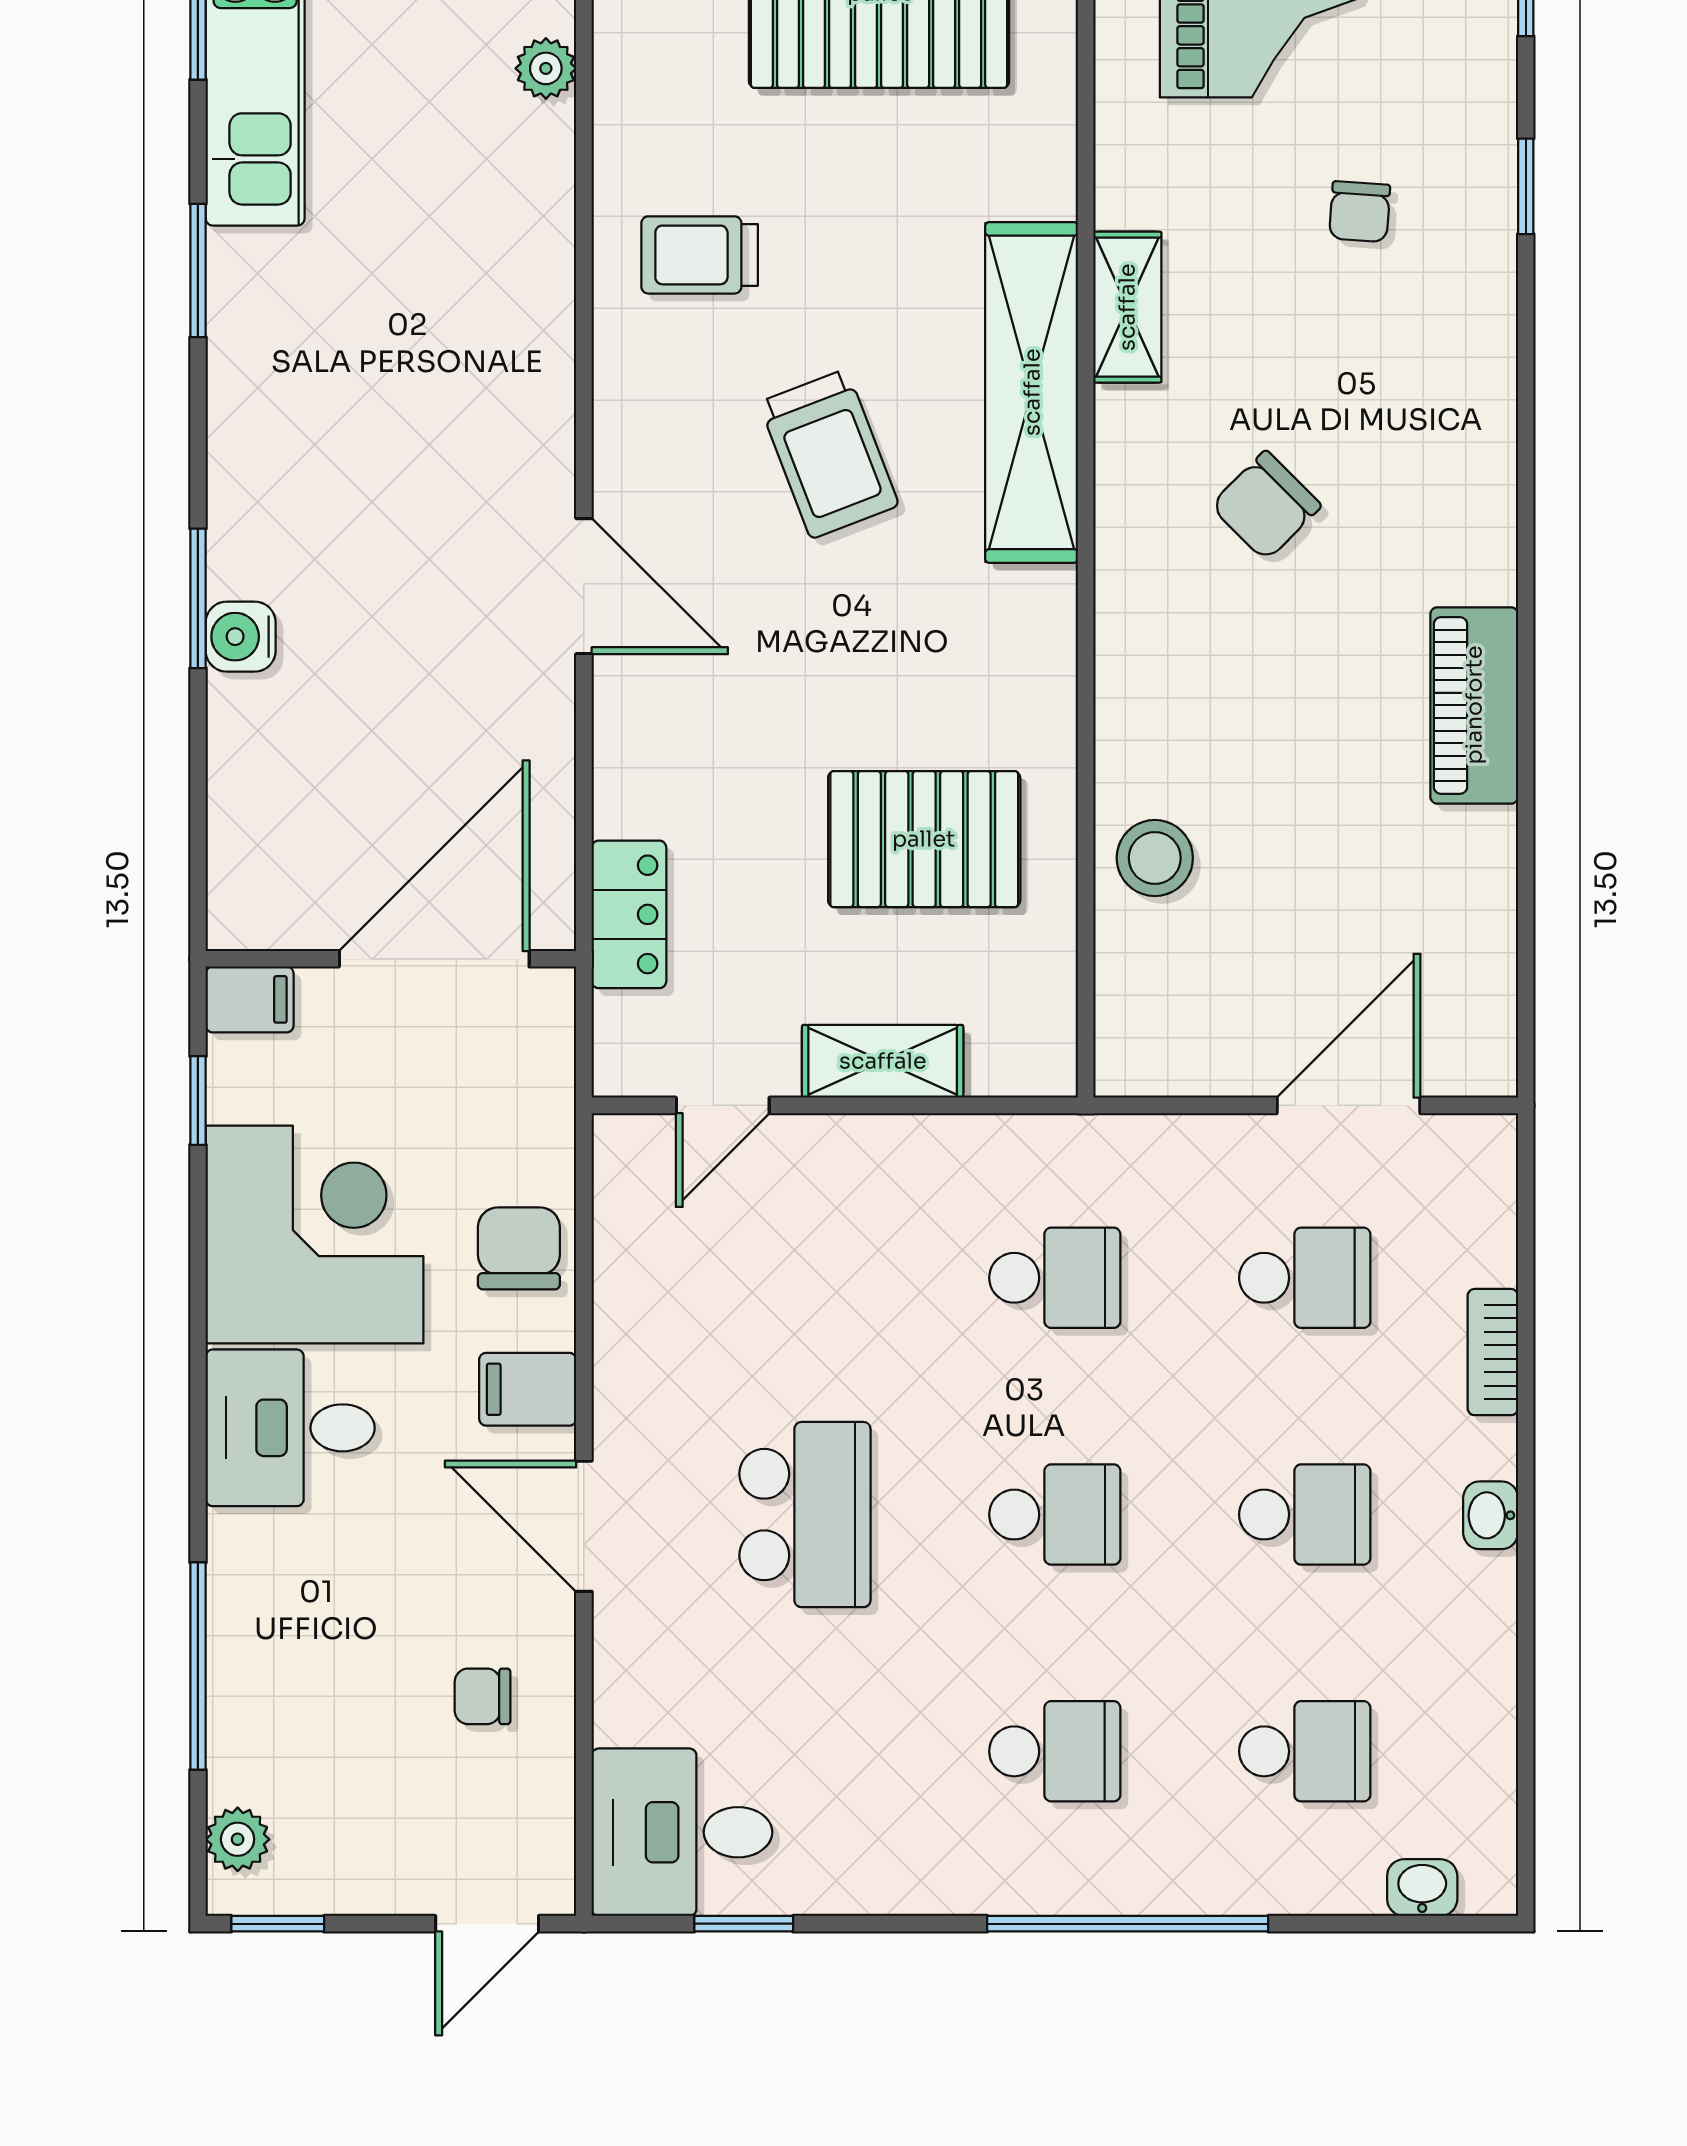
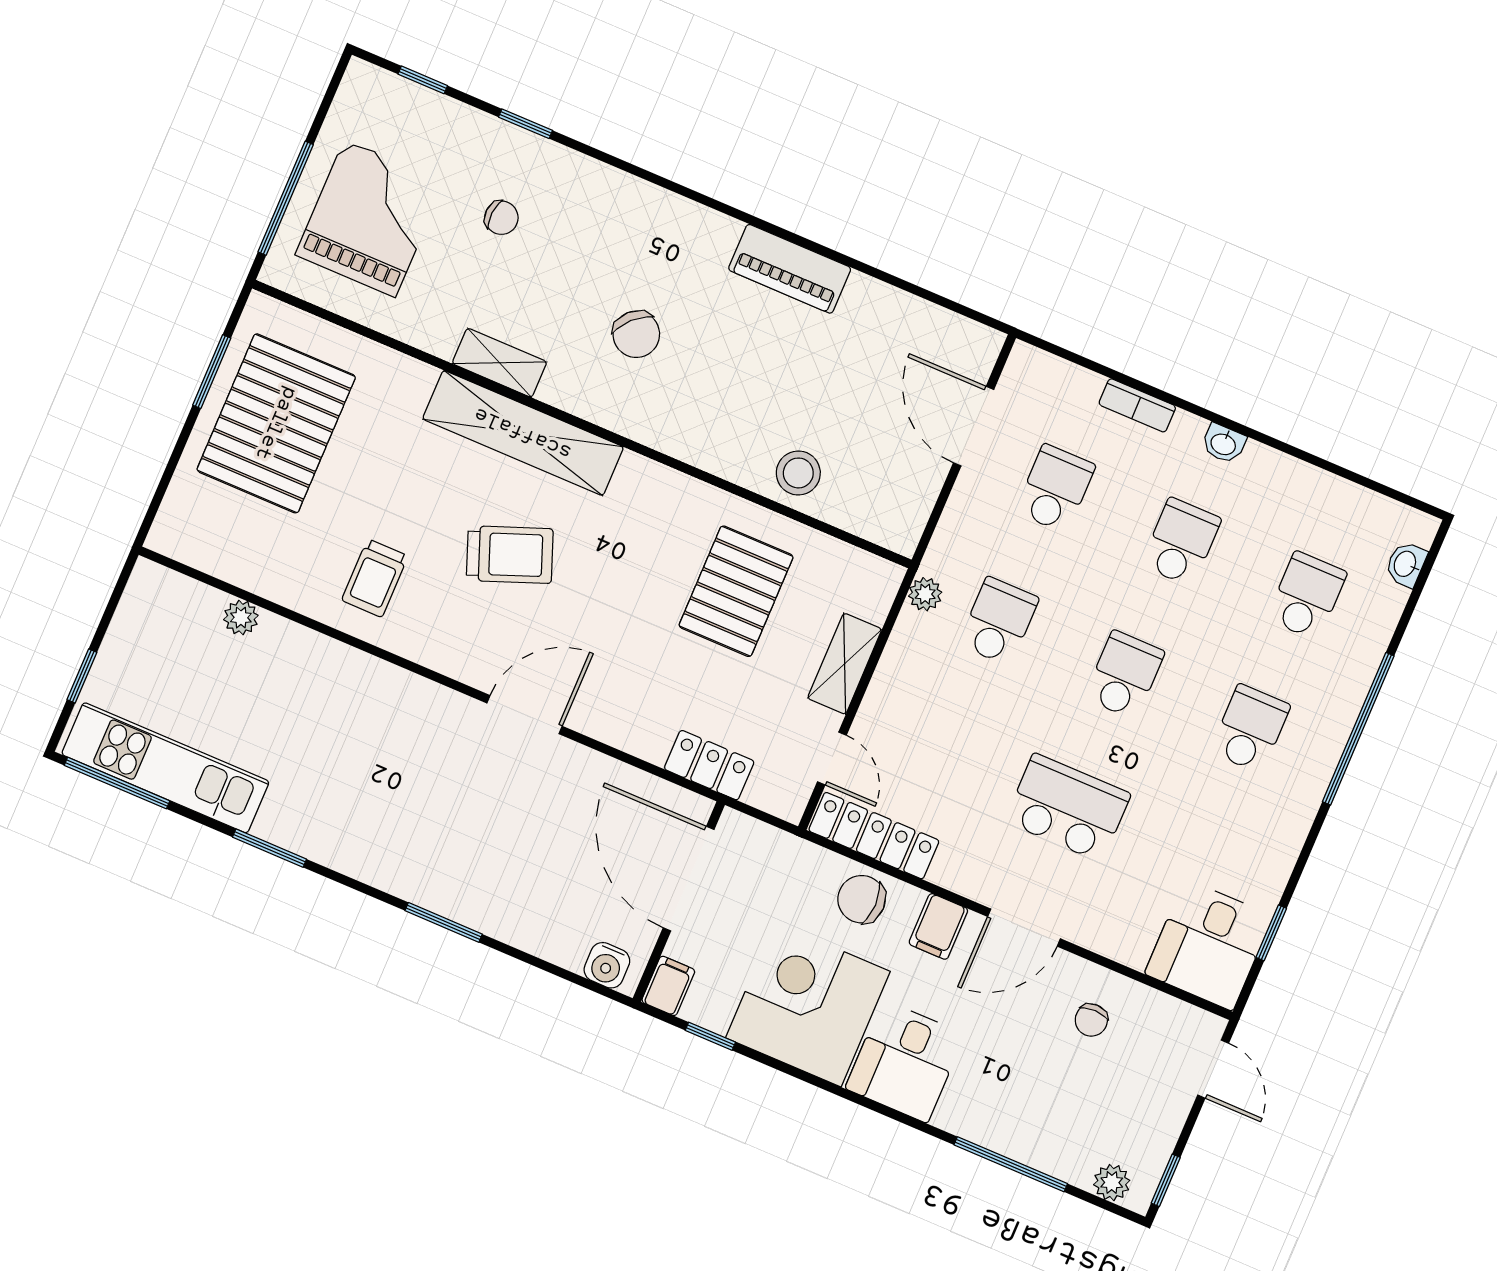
water cooler: (241, 637) -> (607, 965), moved
plant: (1048, 1142) -> (925, 594), added
locker: (629, 1225) -> (874, 836), added

